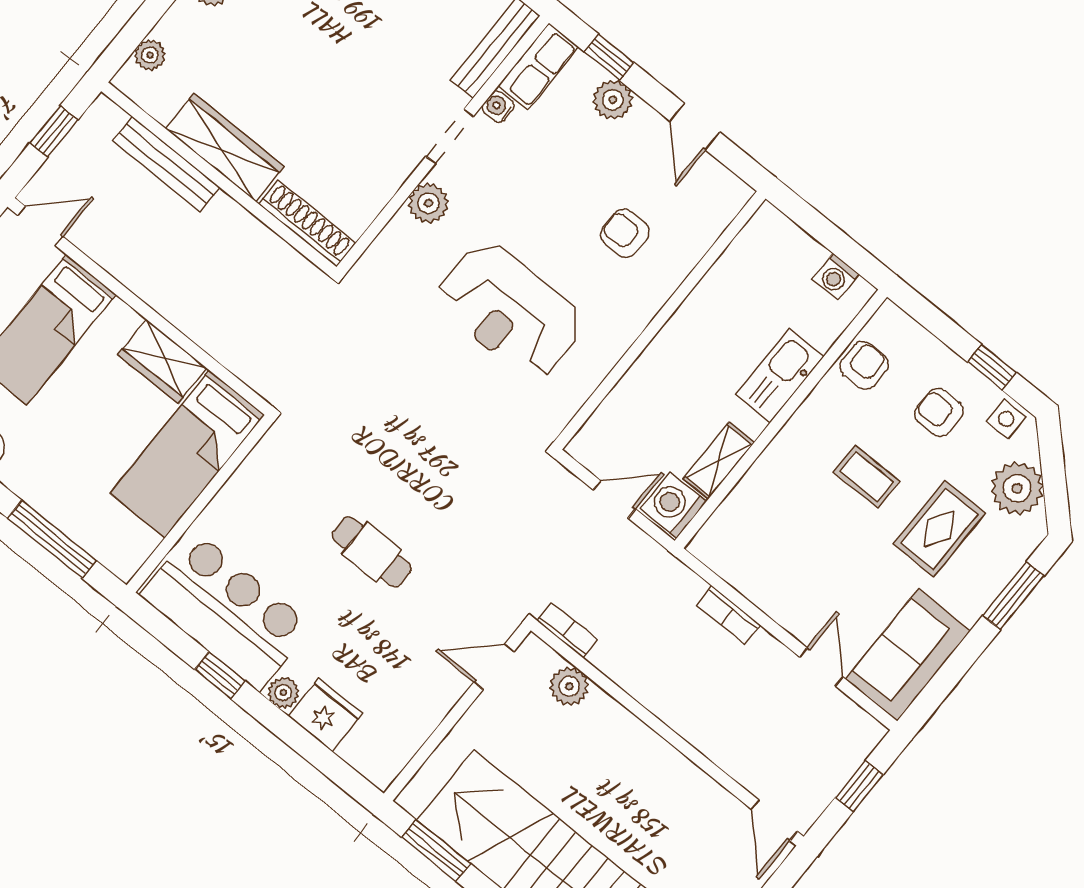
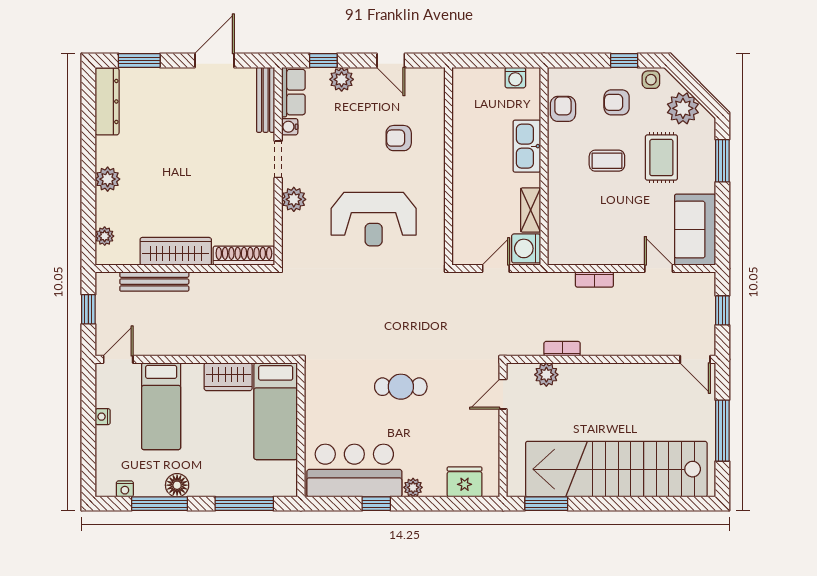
bookcase: (567, 630) -> (562, 349), moved
fridge: (326, 715) -> (465, 482), moved

